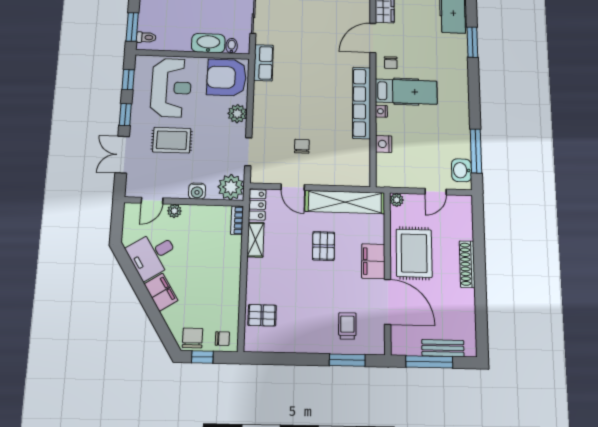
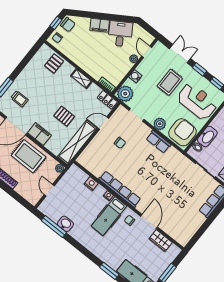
row of seats: (263, 63) -> (158, 142), moved
reception desk: (171, 88) -> (197, 101), turned 180
washbasin: (462, 170) -> (65, 224), moved
shelving: (255, 240) -> (81, 79), moved

